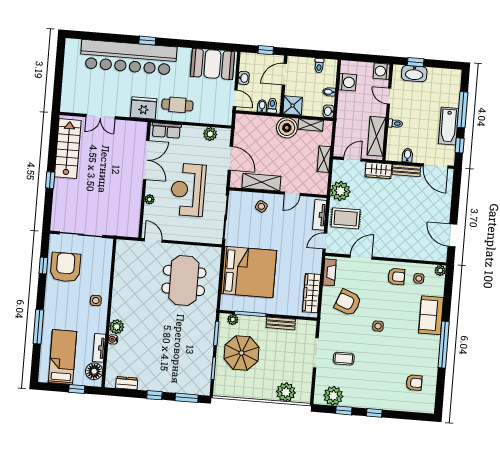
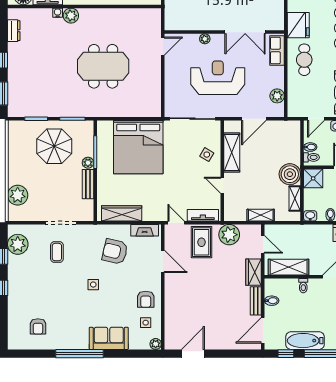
meeting table: (184, 280) -> (103, 66), moved
armchair: (348, 303) -> (115, 252), turned -98
plant: (233, 319) -> (88, 163), moved

